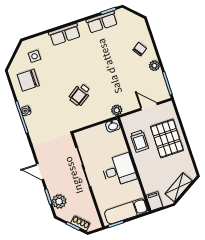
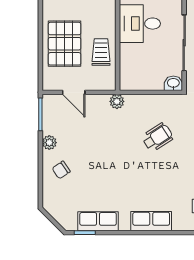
washbasin: (113, 126) -> (173, 83), moved

